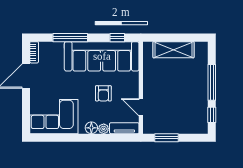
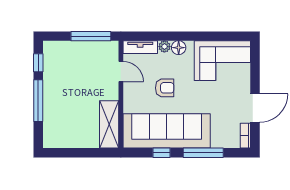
window: (117, 38) -> (162, 153), moved
shelving: (173, 50) -> (109, 124), moved, turned 90
armchair: (103, 93) -> (165, 88), turned 90
window: (167, 138) -> (91, 36), width x1.44

